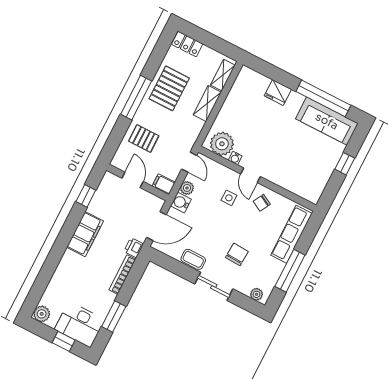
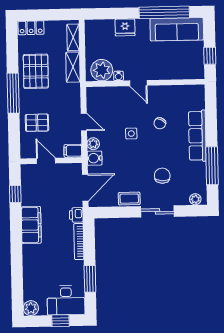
plant: (222, 144) -> (102, 70), moved
water cooler: (235, 158) -> (119, 76), moved
door: (250, 175) -> (138, 83), moved
wall: (257, 179) -> (145, 83), moved

